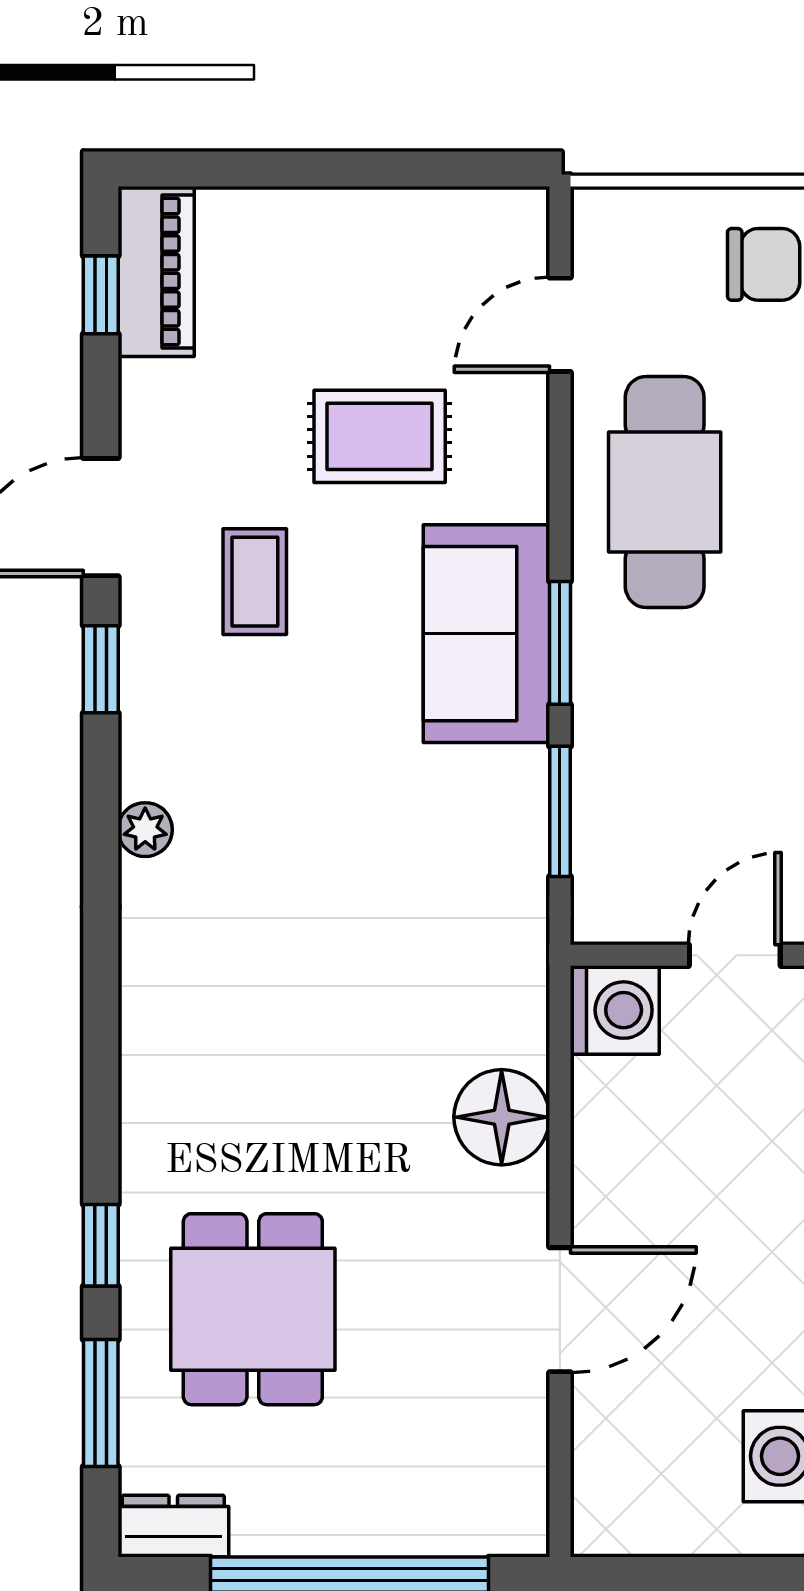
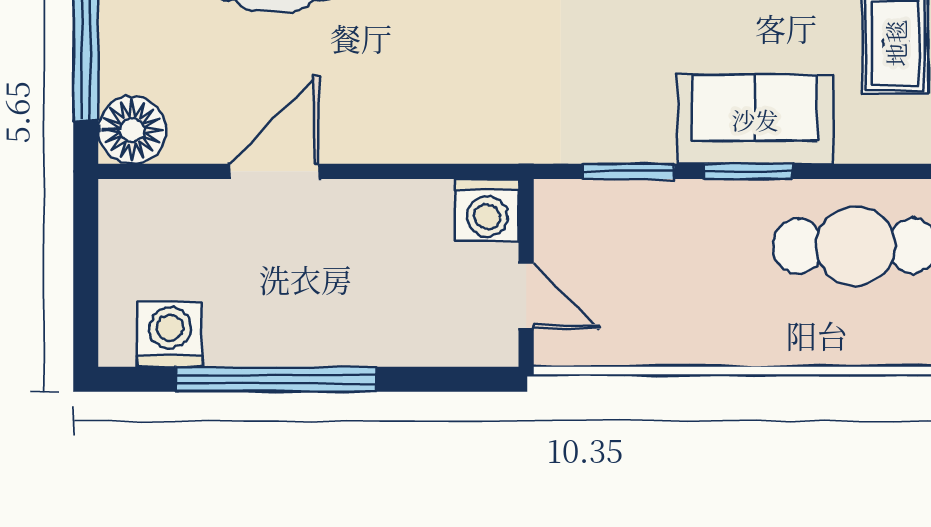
floor lamp: (502, 1117) -> (132, 130), moved
door: (560, 1310) -> (274, 171), swing flipped

